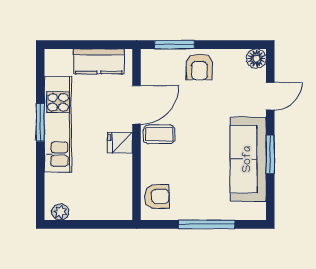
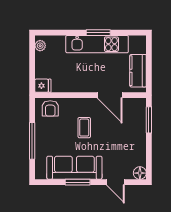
armchair: (199, 67) -> (134, 136), removed
coffee table: (159, 134) -> (84, 128), moved
fridge: (120, 143) -> (43, 86), moved, turned 90

